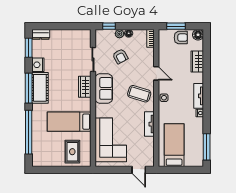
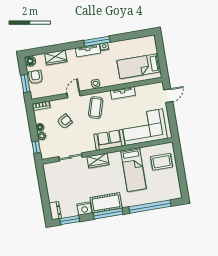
armchair: (120, 56) -> (65, 121), moved
sofa: (104, 88) -> (109, 140), moved
window: (207, 147) -> (97, 41), moved

